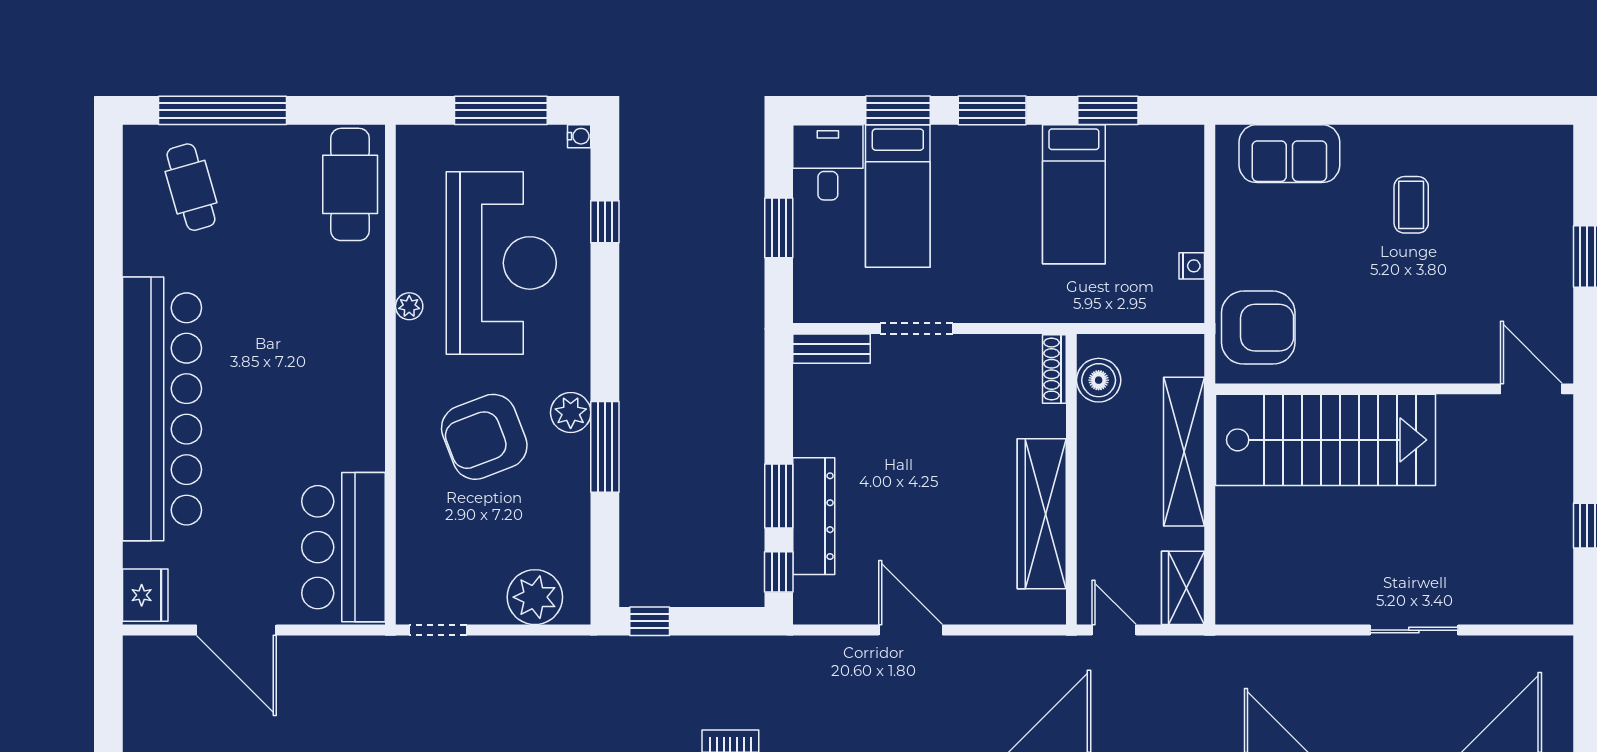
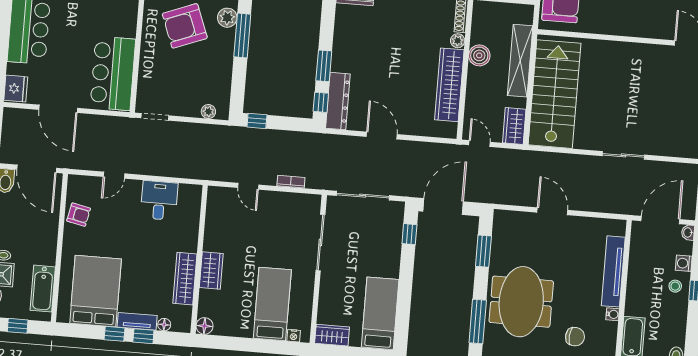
boiler: (1099, 380) -> (479, 55), moved
plant: (1051, 421) -> (458, 41), added
stairs: (1325, 440) -> (554, 94), moved, turned -90
dresser: (814, 516) -> (338, 101), moved
plant: (535, 597) -> (208, 112), width x0.53, depth x0.53

